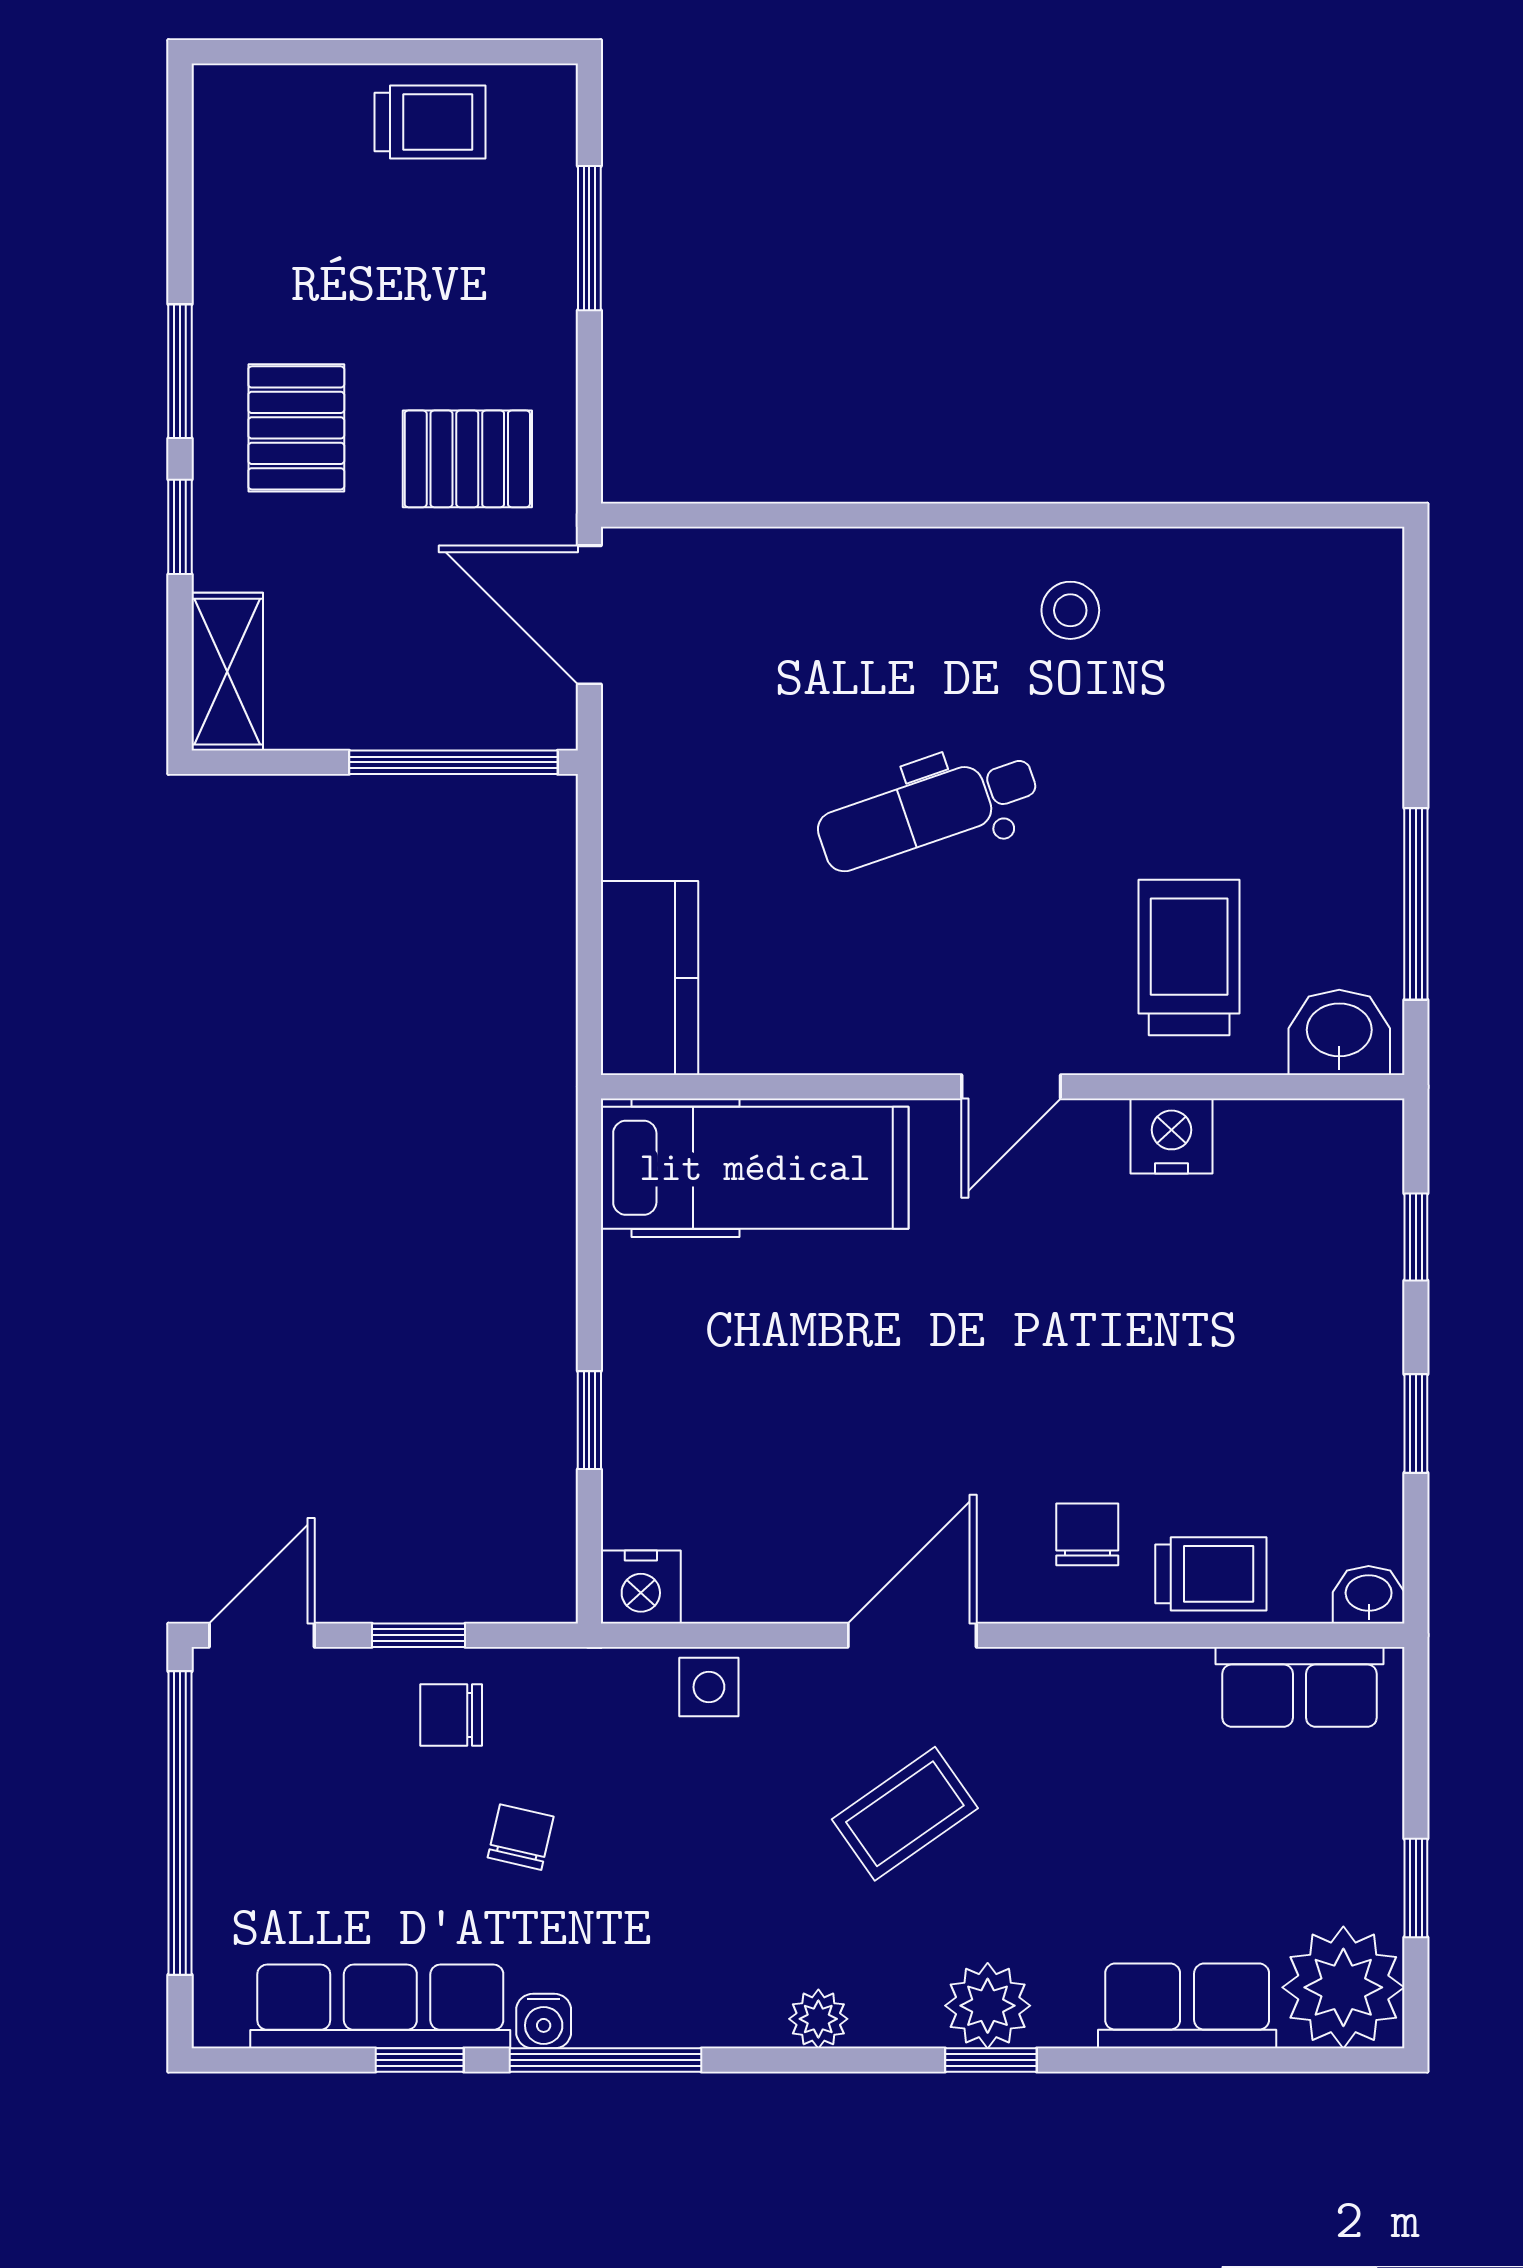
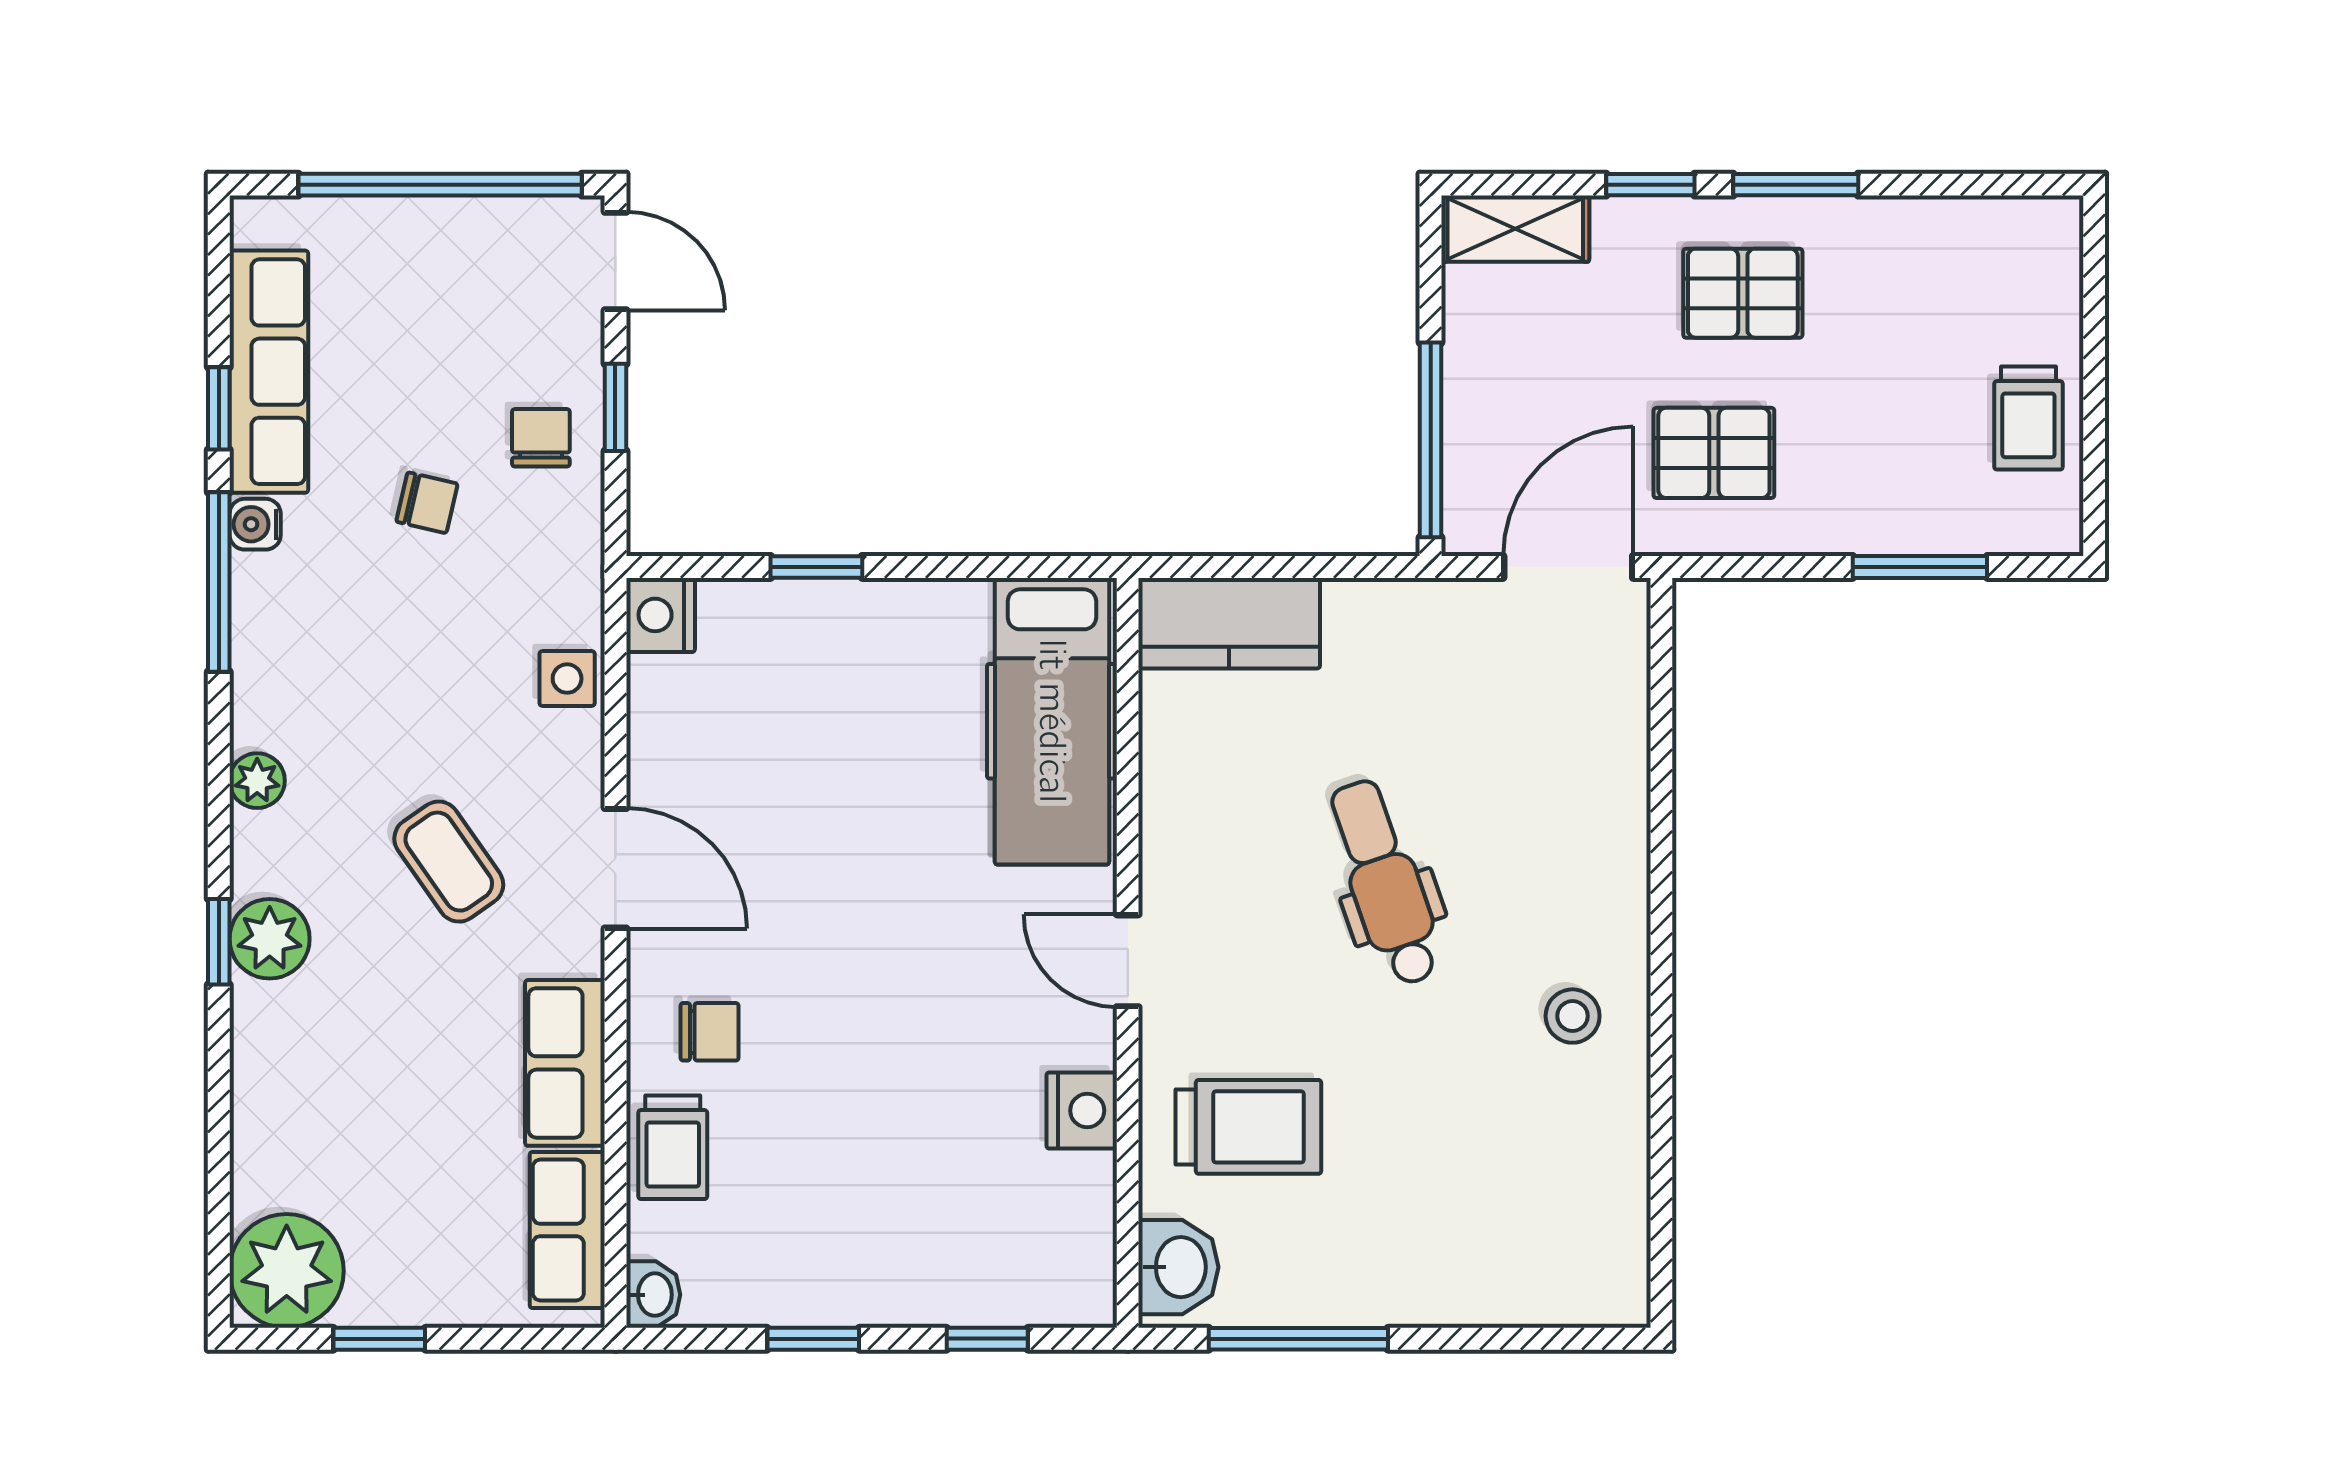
pallet: (467, 459) -> (1714, 453), turned 90
row of seats: (1187, 2006) -> (565, 1063), moved, turned 180

